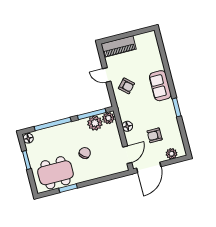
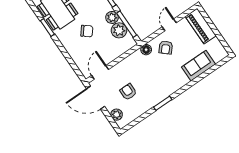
sofa: (160, 86) -> (199, 66), moved
plant: (108, 118) -> (112, 17), moved
floor lamp: (127, 126) -> (146, 50), moved
door: (127, 155) -> (100, 72), swing flipped

